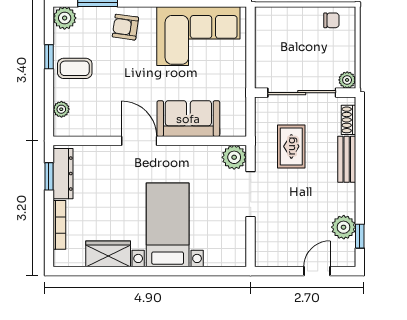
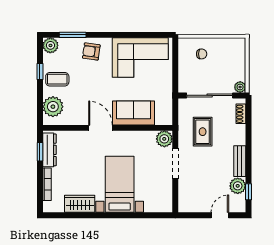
chair: (331, 20) -> (202, 54), moved
plant: (61, 109) -> (53, 107), width x1.87, depth x1.87
bench: (347, 159) -> (240, 161), moved

